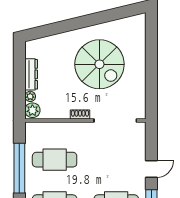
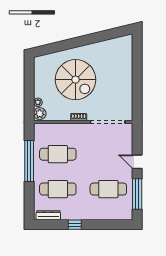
spiral stairs: (99, 64) -> (76, 80), moved
dresser: (31, 74) -> (39, 84), removed
door: (151, 169) -> (137, 162), swing flipped

